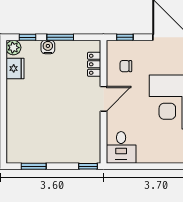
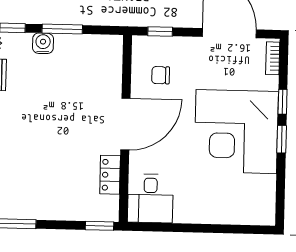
locker: (94, 64) -> (110, 175), moved
door: (103, 99) -> (125, 124), width x1.36

